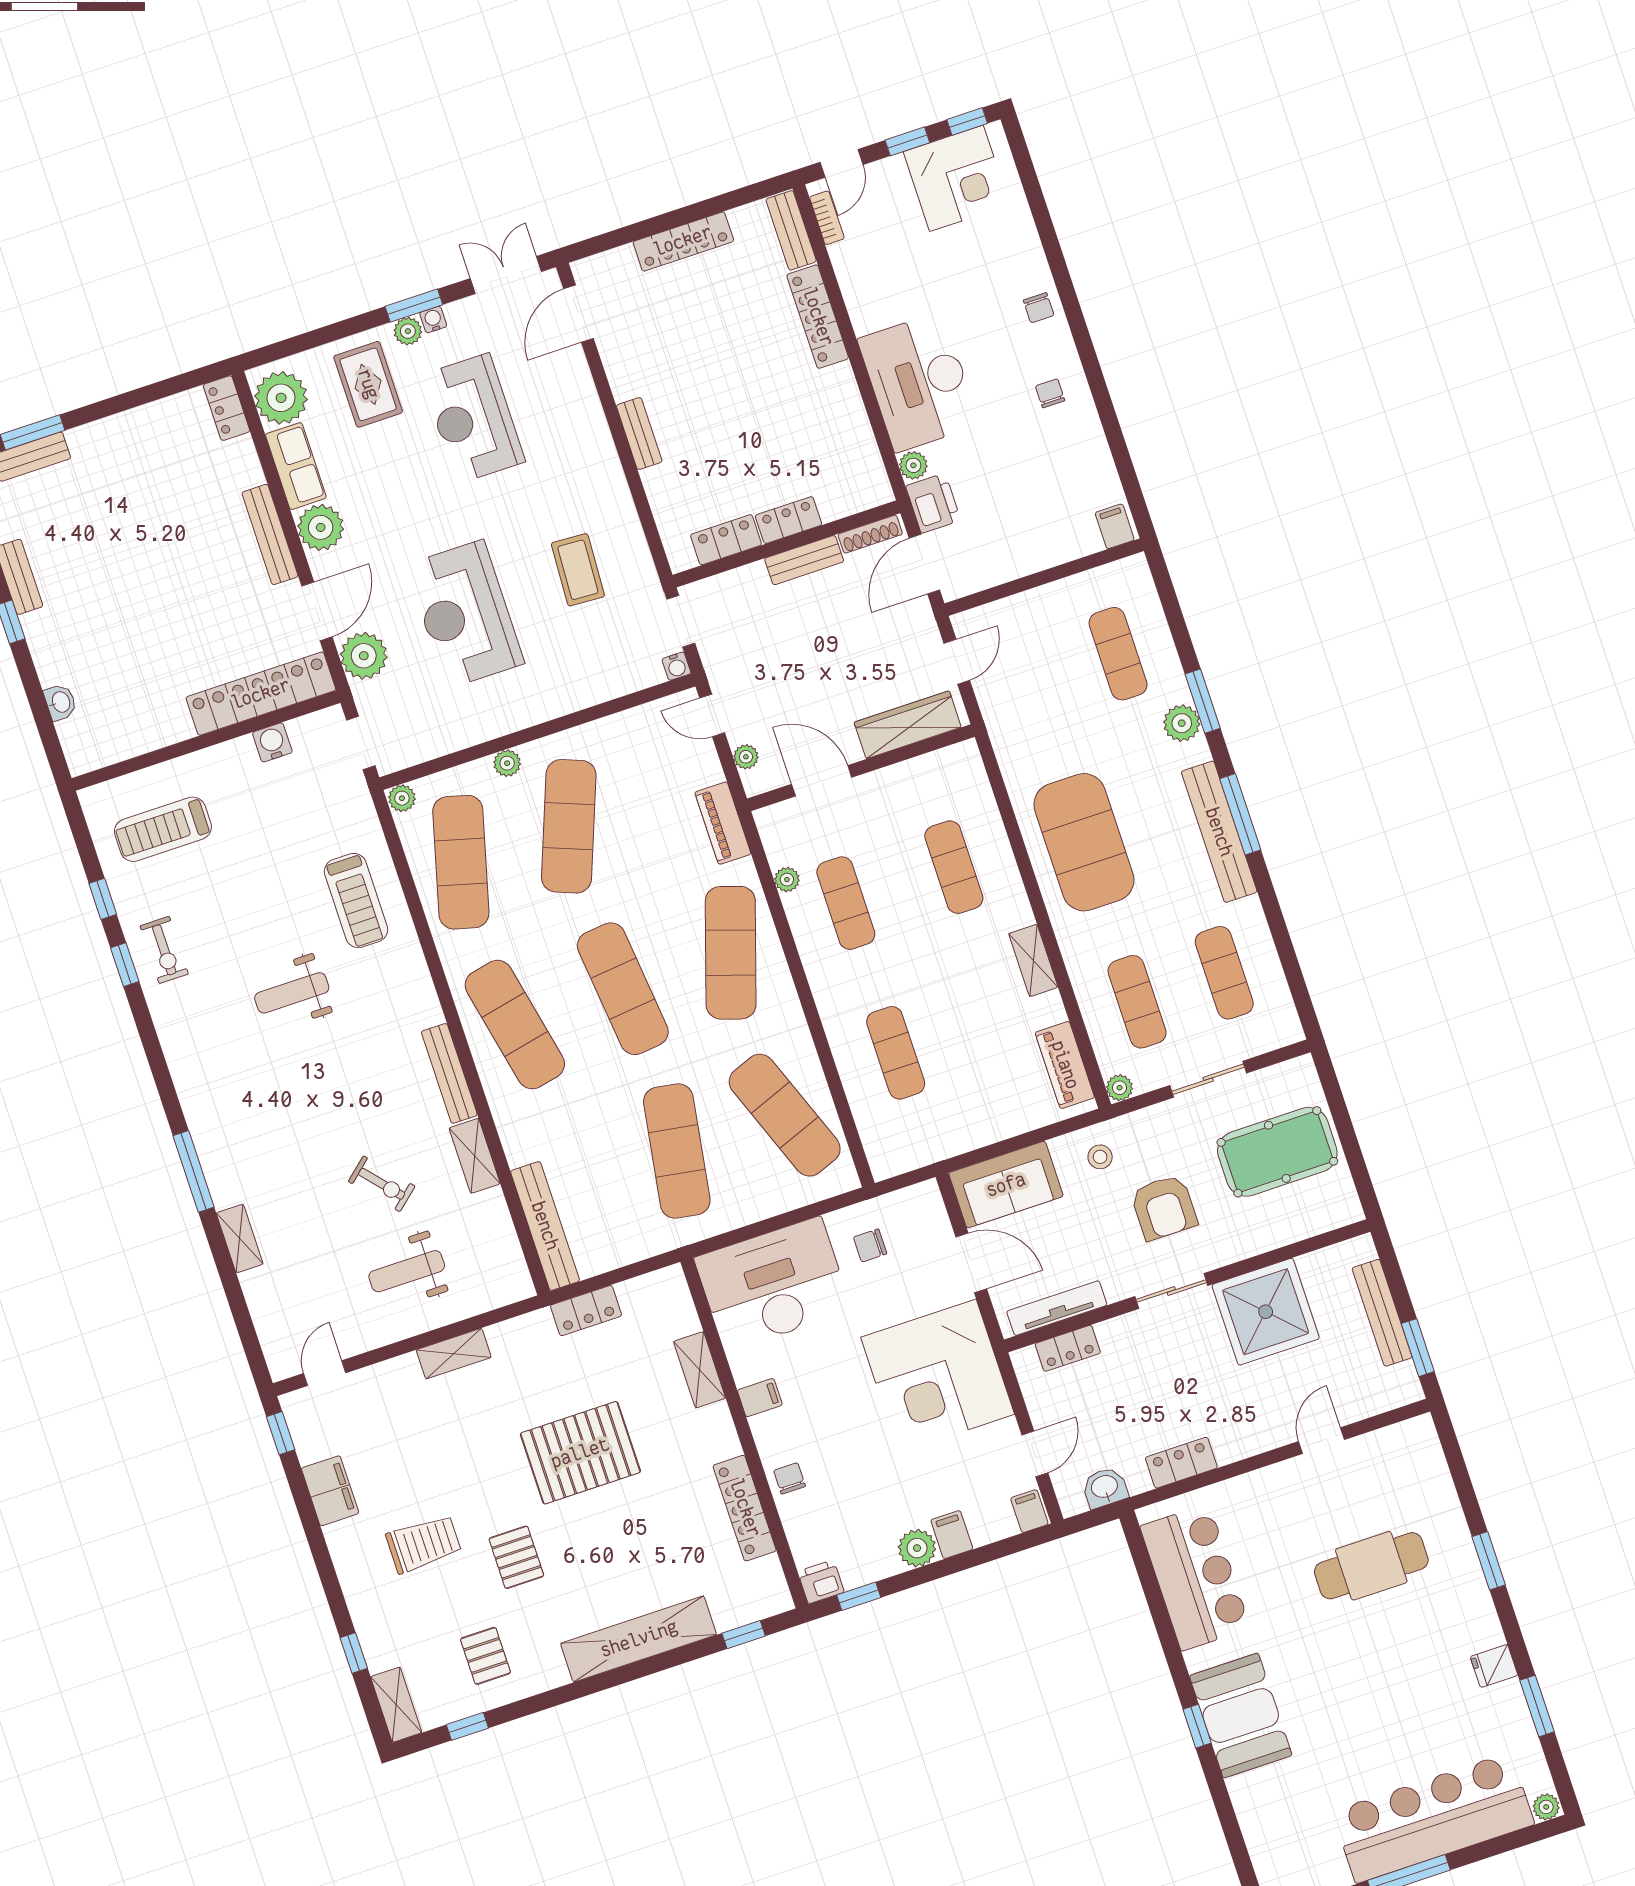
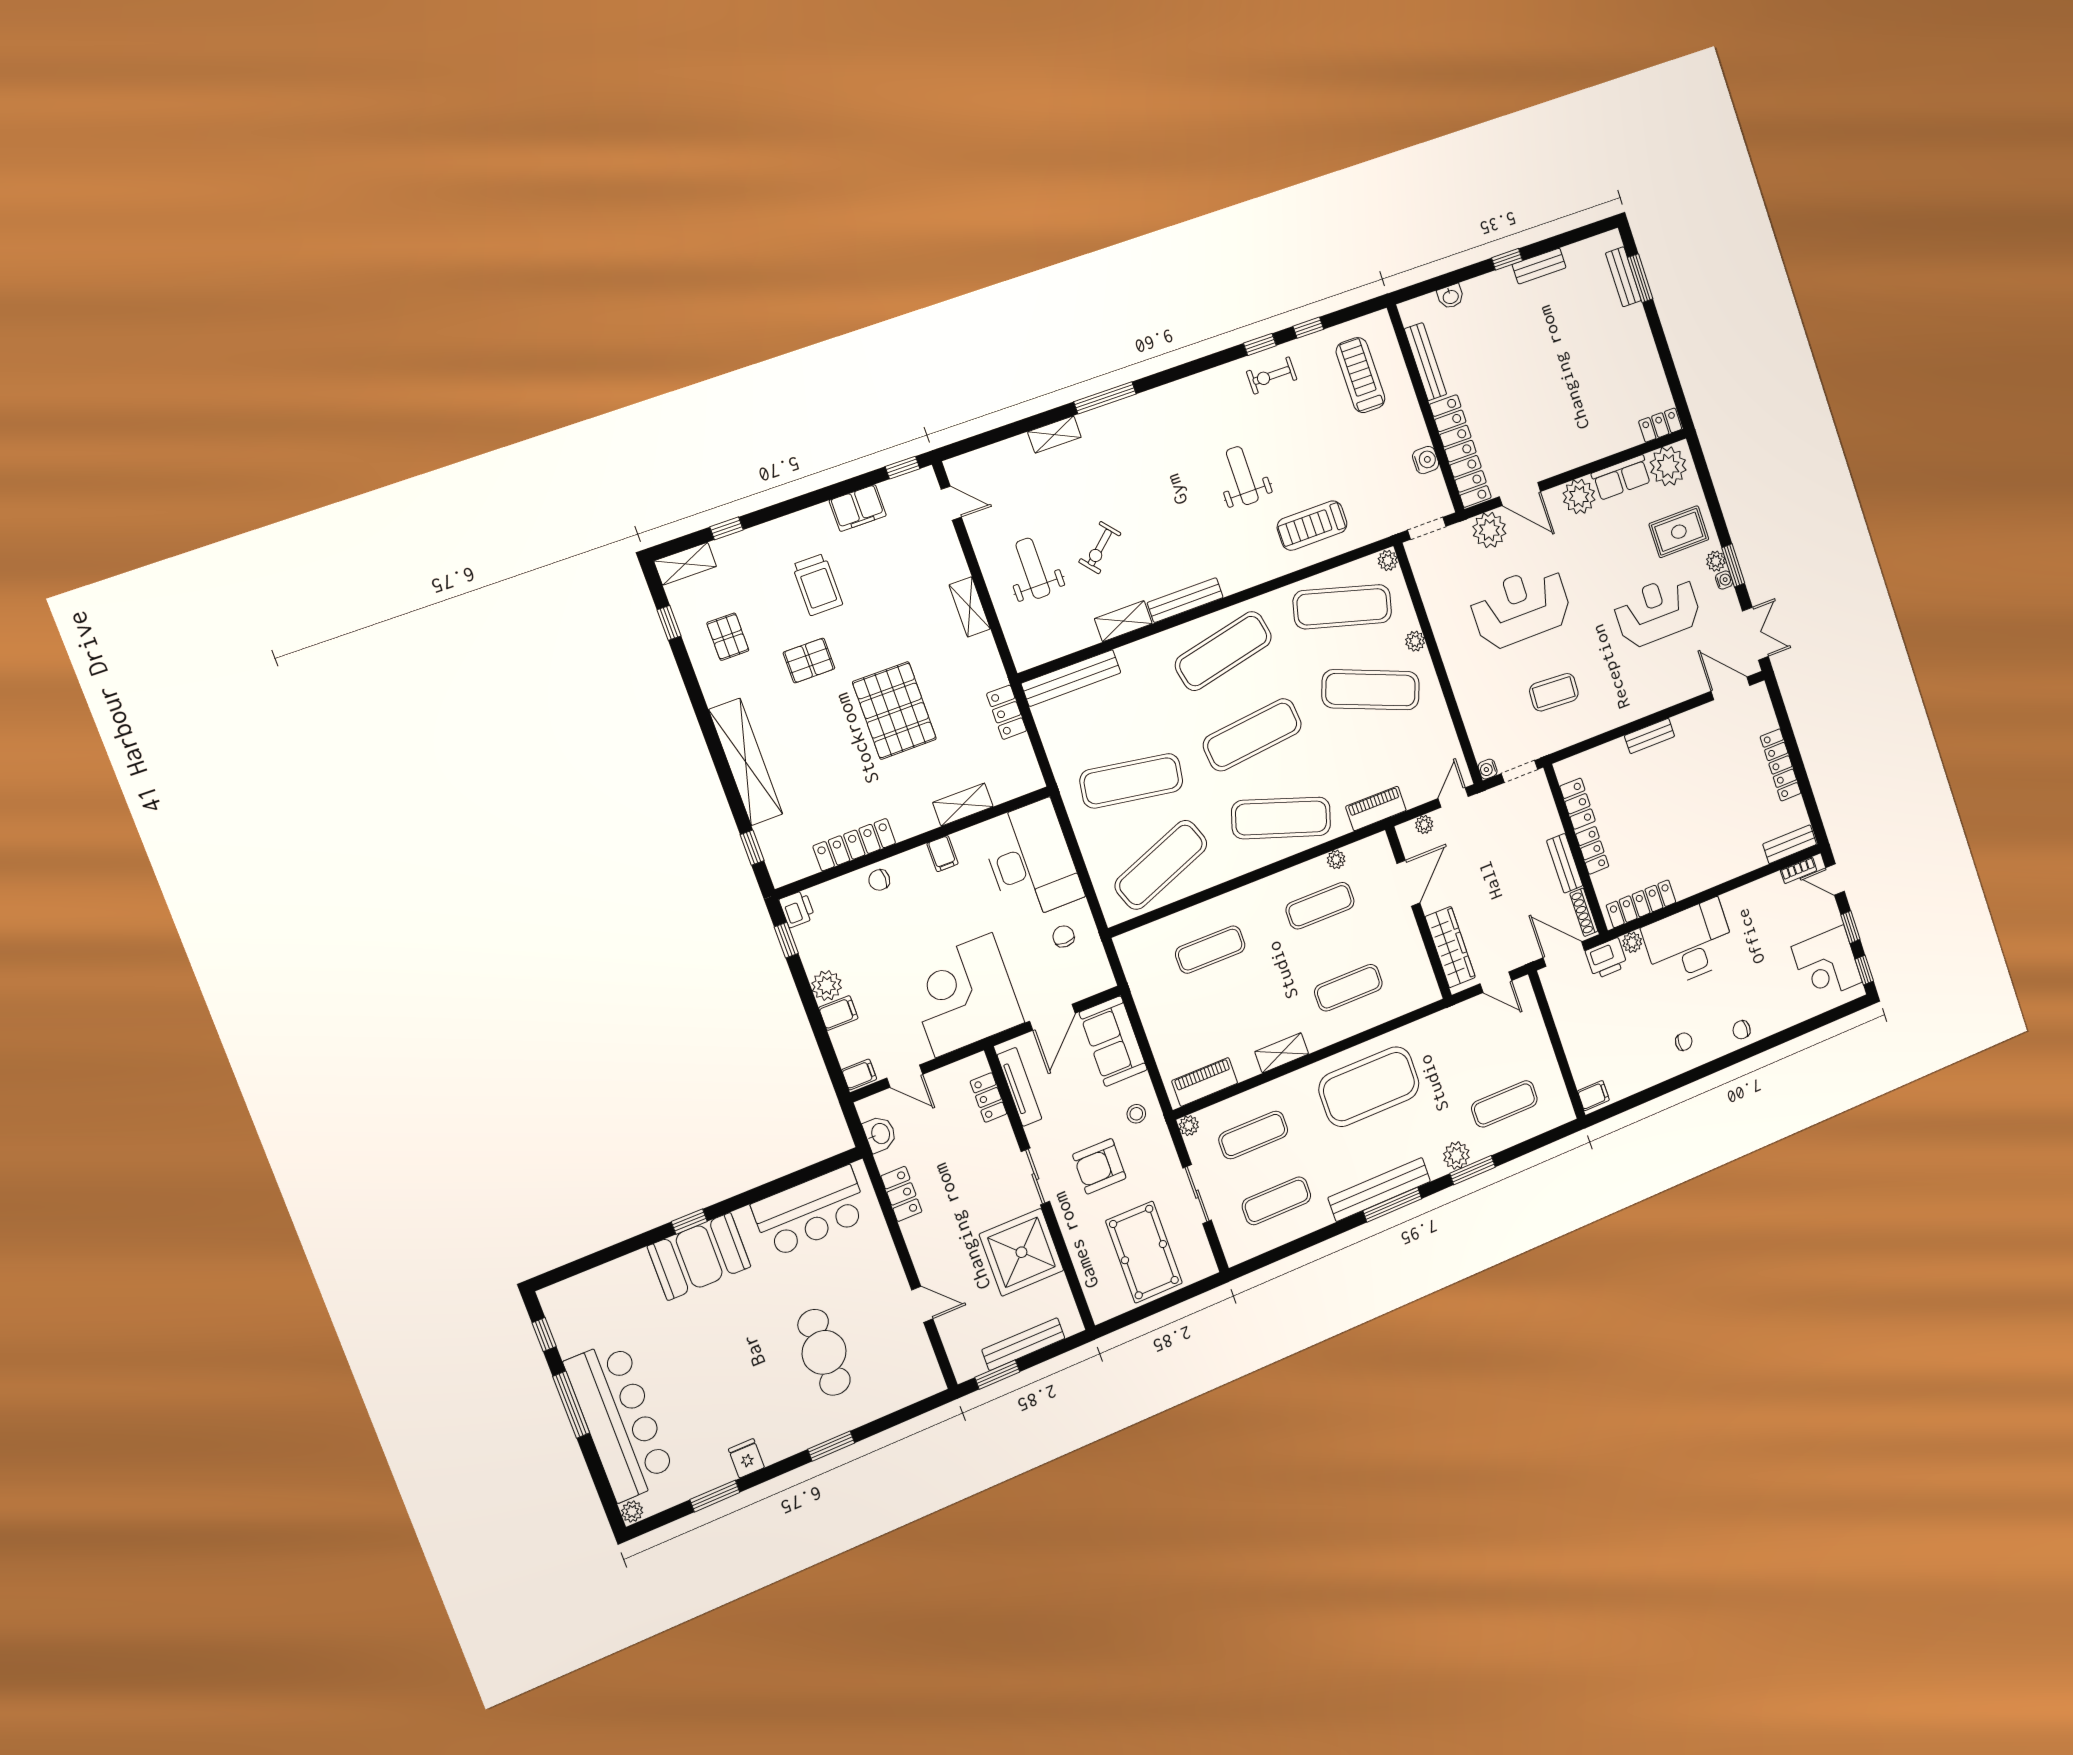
locker: (818, 317) -> (1641, 904), moved
bench: (270, 534) -> (1425, 362), moved, turned 90
chair: (790, 1478) -> (879, 880), turned 180
pallet: (485, 1656) -> (728, 637), turned 90

